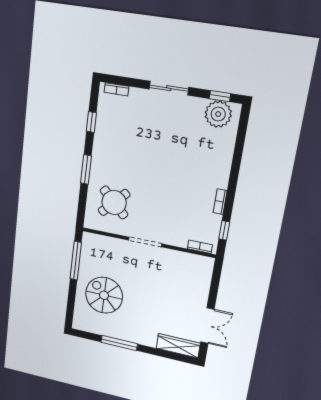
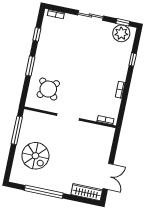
window: (224, 230) -> (133, 59), moved
spiral stairs: (104, 295) -> (35, 156), turned 180
window: (119, 343) -> (44, 192), width x1.46

